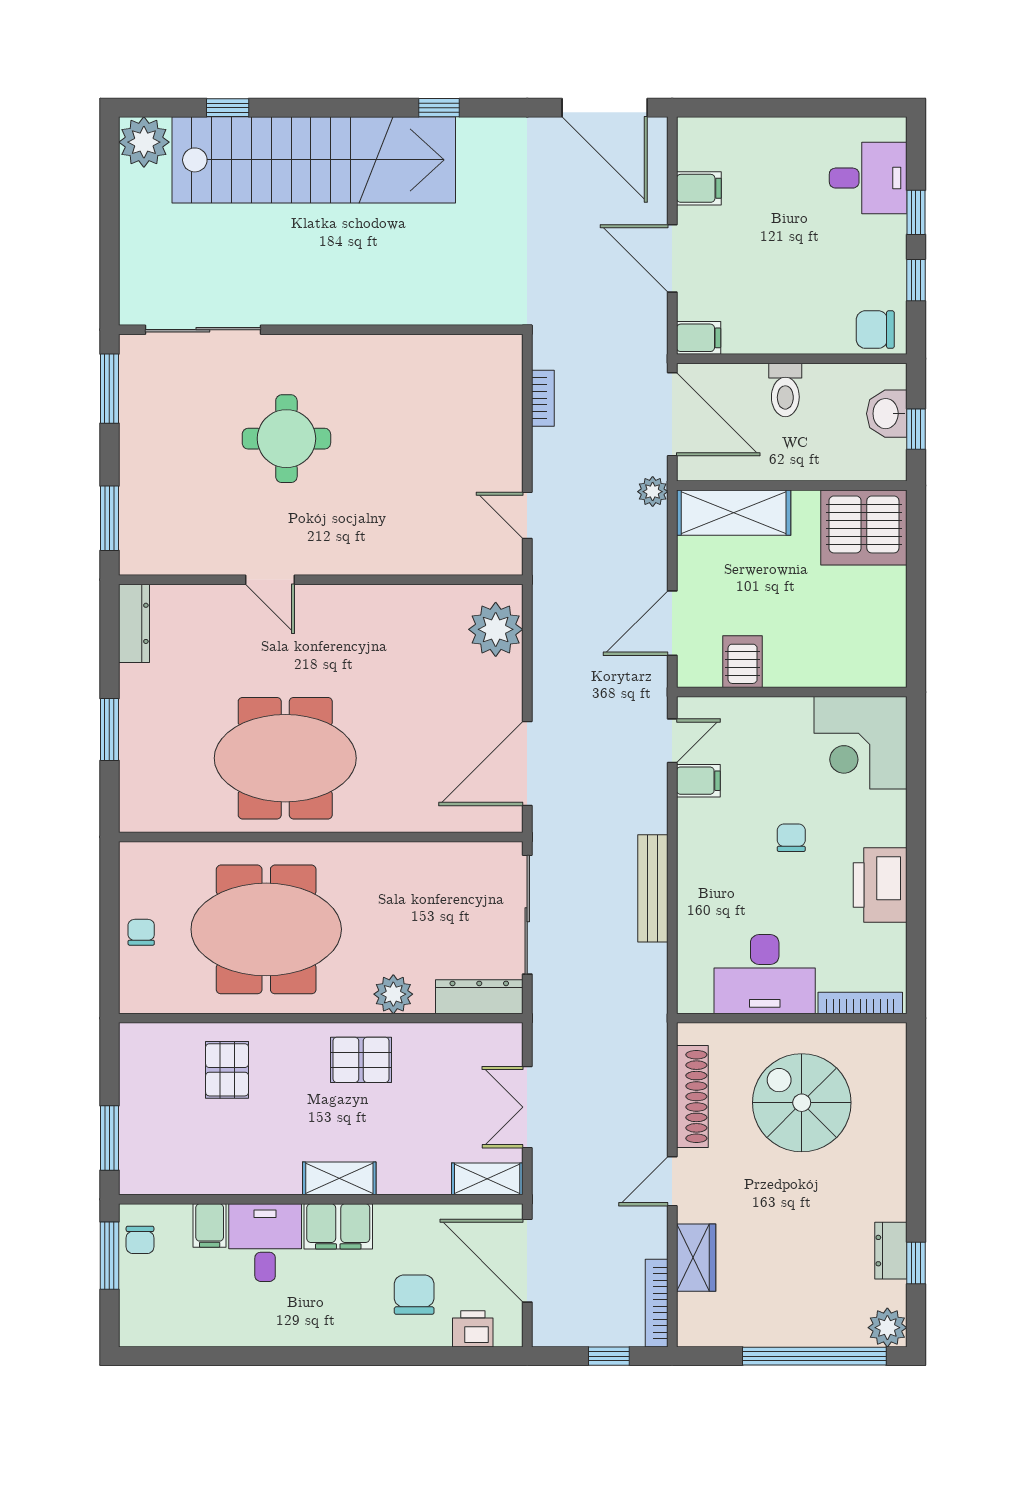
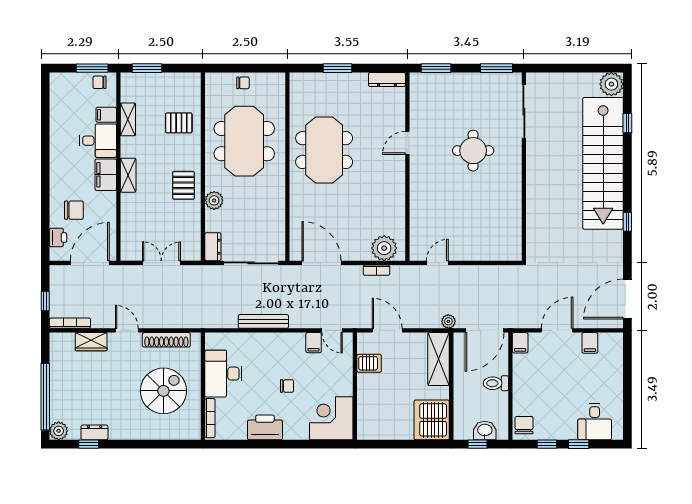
bookcase: (543, 398) -> (376, 270), moved
dresser: (479, 997) -> (213, 247), width x0.70
shelving: (487, 1179) -> (128, 119), moved

